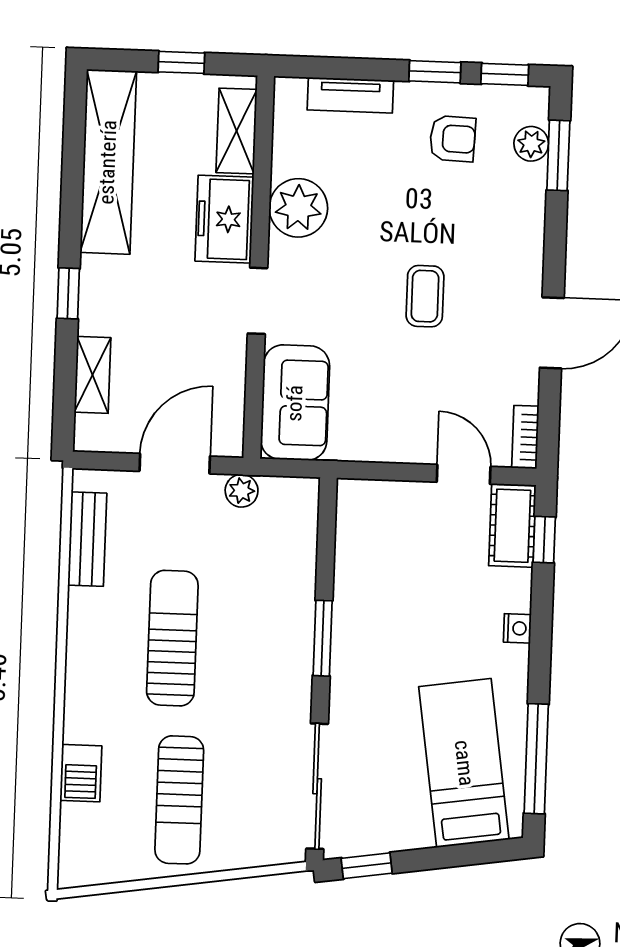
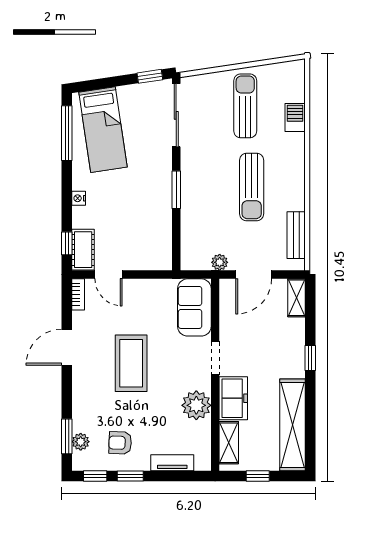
coffee table: (425, 296) -> (131, 363), width x1.86, depth x1.72
shelving: (93, 375) -> (297, 298), moved

